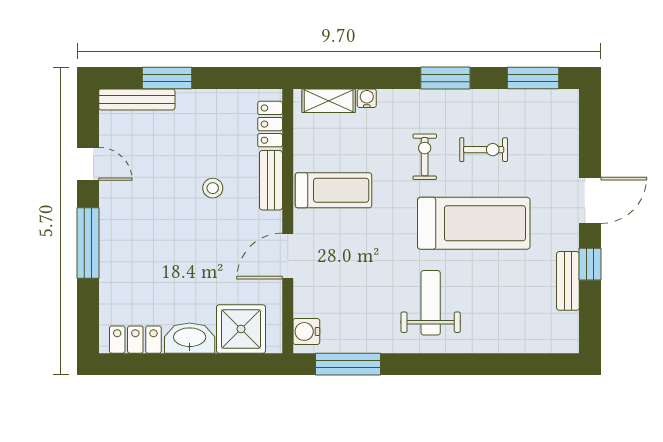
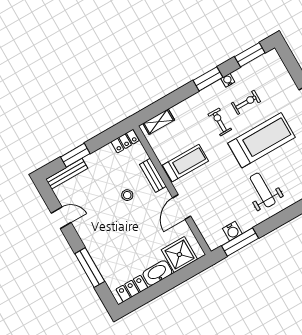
water cooler: (367, 98) -> (228, 80), moved
locker: (270, 124) -> (125, 141), moved, turned -90
window: (88, 243) -> (90, 267), moved
water cooler: (306, 331) -> (232, 231), moved, turned -90

